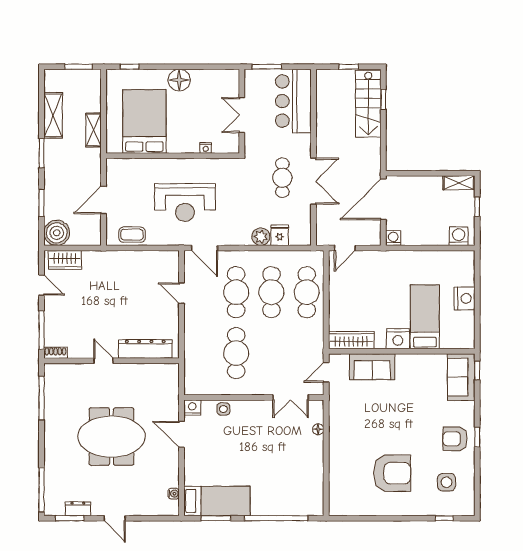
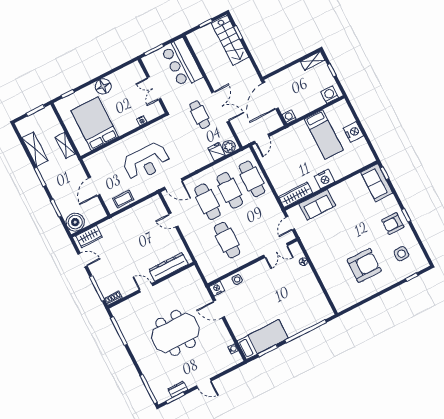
plant: (261, 237) -> (229, 147), moved
bed: (425, 317) -> (324, 134), moved, turned 180

